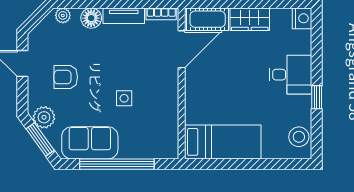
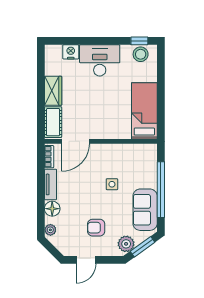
nightstand: (302, 18) -> (71, 52), moved
door: (182, 49) -> (75, 141), swing flipped
desk: (291, 75) -> (100, 60), width x1.37
armchair: (66, 77) -> (96, 228), turned 90
window: (317, 97) -> (139, 41), moved

